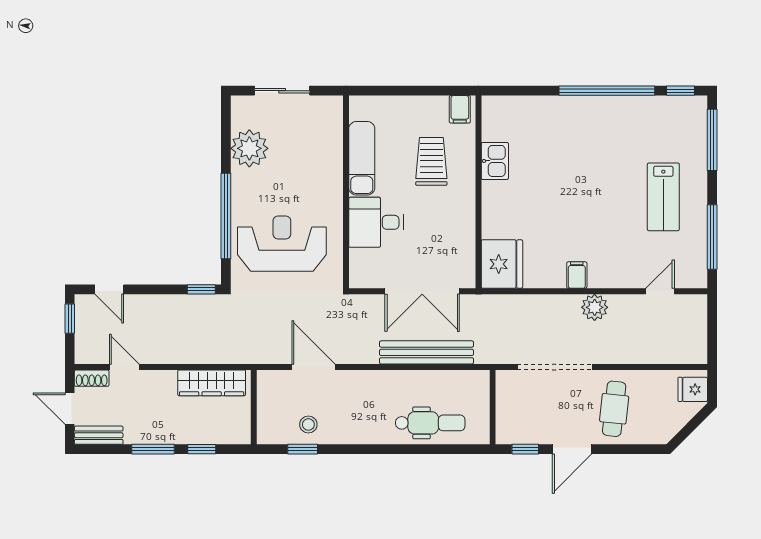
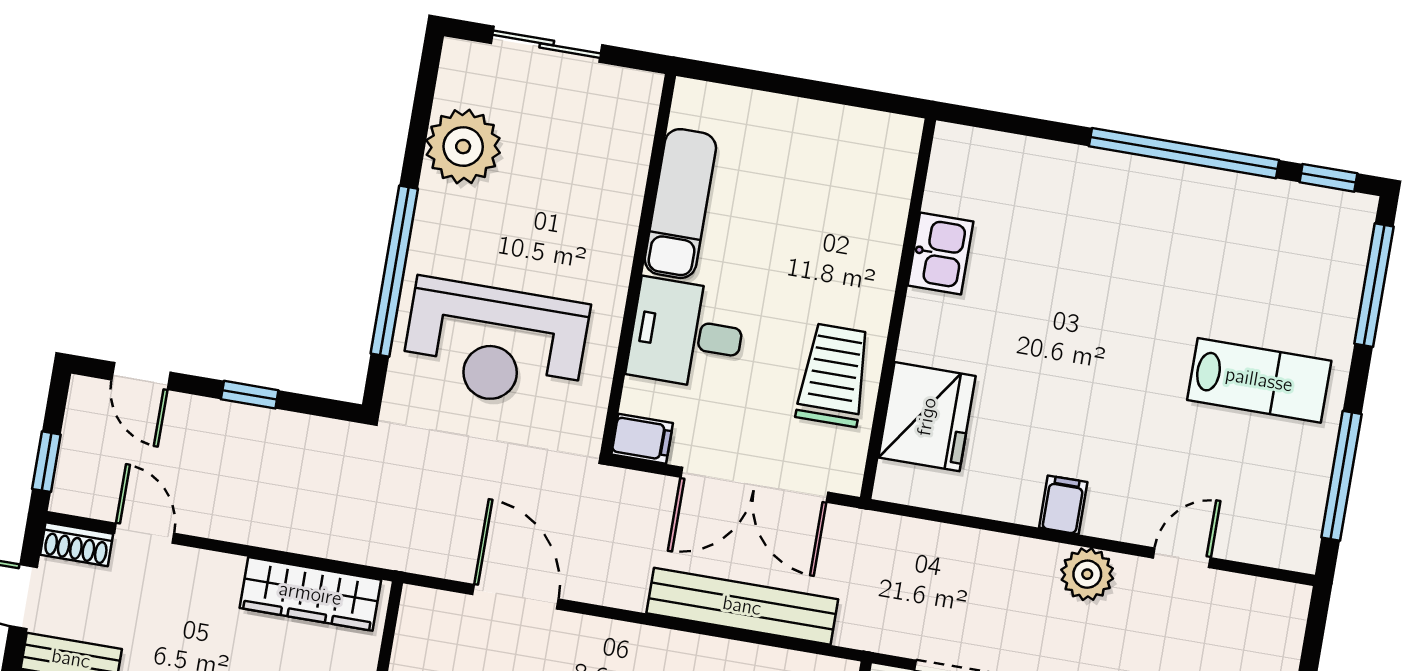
filing cabinet: (460, 109) -> (642, 439), moved, turned -90
trolley: (431, 161) -> (834, 375), moved
lab bench: (663, 197) -> (1259, 380), turned -90
reception desk: (282, 244) -> (495, 344), turned 180
fridge: (502, 264) -> (927, 417), moved
window: (201, 289) -> (250, 395), moved
door: (660, 291) -> (1182, 558), moved
window: (70, 319) -> (46, 462), moved

